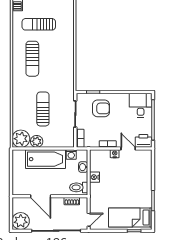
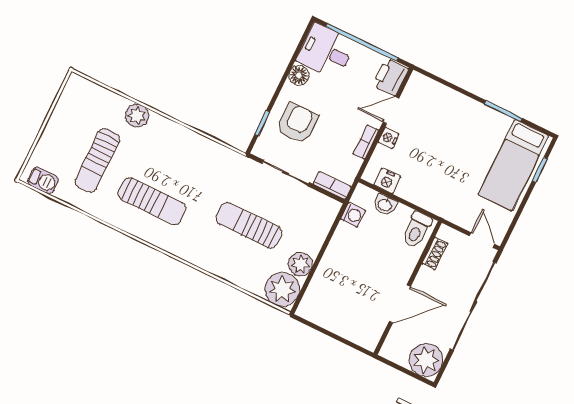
plant: (68, 33) -> (137, 116), added
floor lamp: (123, 98) -> (299, 75), added
bathtub: (46, 159) -> (339, 264), removed
nightstand: (95, 177) -> (387, 181), moved

